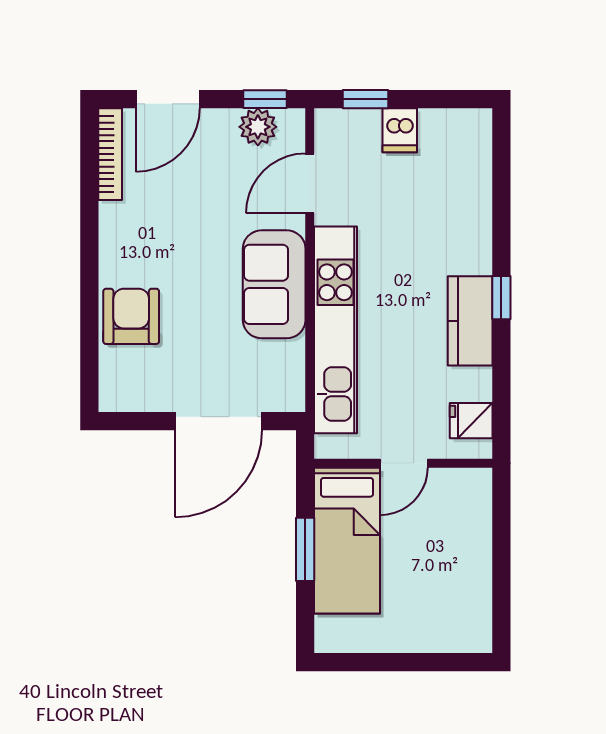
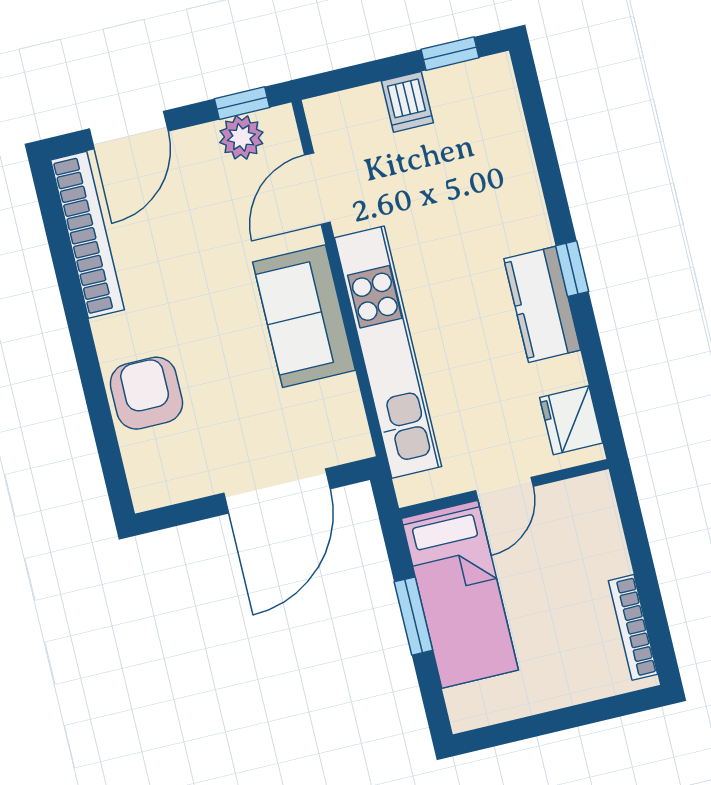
window: (366, 99) -> (450, 54), moved
bookcase: (110, 154) -> (87, 235), width x1.48, depth x1.31
fridge: (471, 421) -> (571, 420), width x1.38
bookcase: (481, 601) -> (633, 627), added

